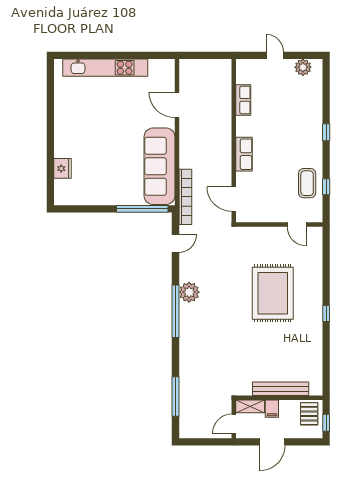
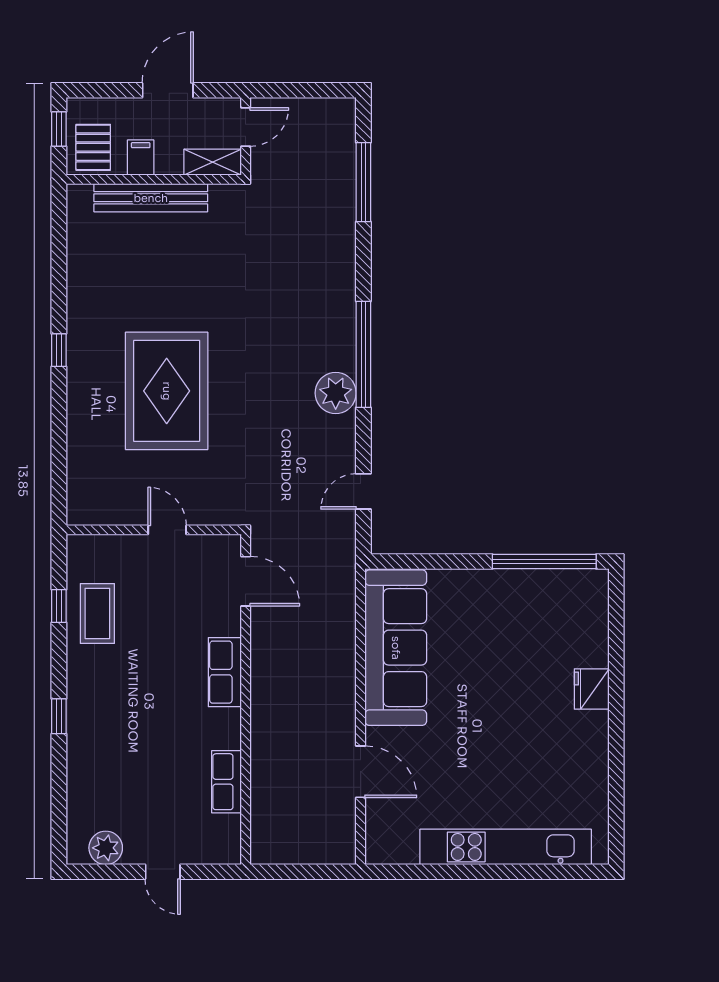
fridge: (63, 168) -> (592, 689), moved
bookcase: (185, 197) -> (344, 586), removed
window: (142, 209) -> (544, 561), moved
door: (297, 224) -> (167, 530), moved
filing cabinet: (272, 409) -> (141, 157), moved

